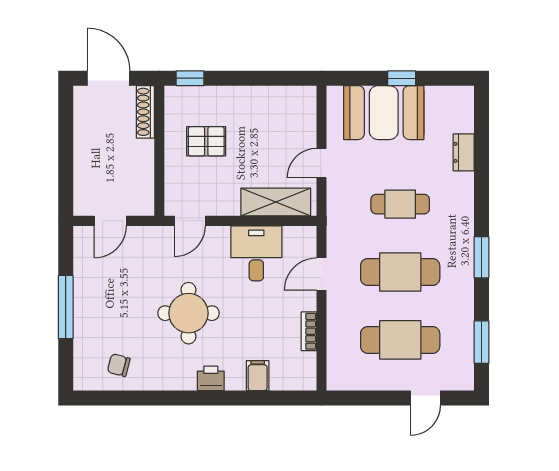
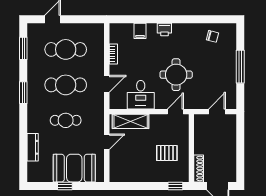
dresser: (464, 152) -> (33, 147), width x1.44
round table: (188, 313) -> (176, 75), moved

